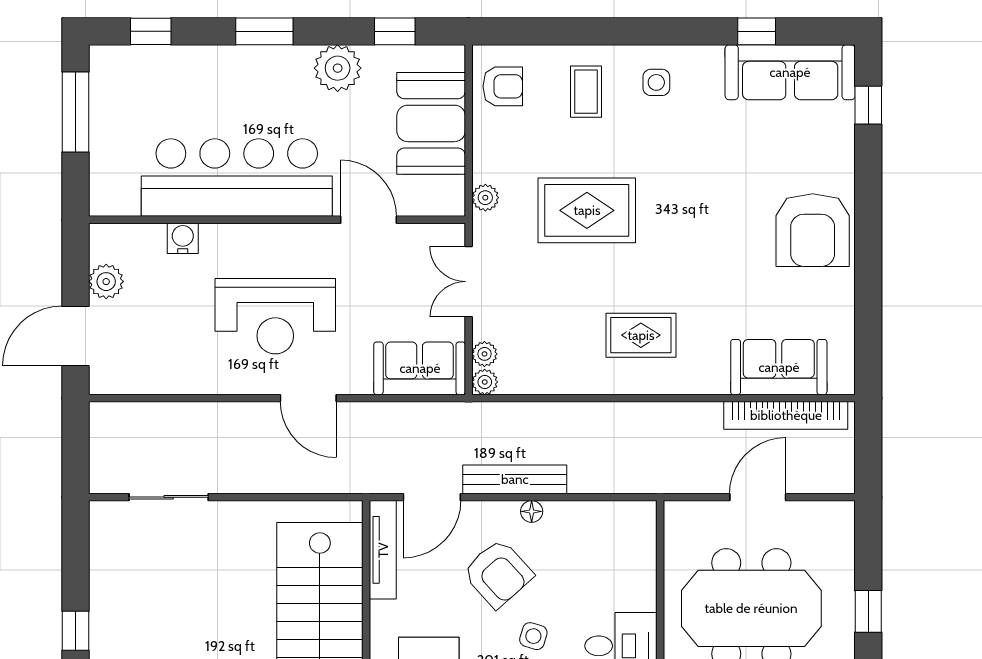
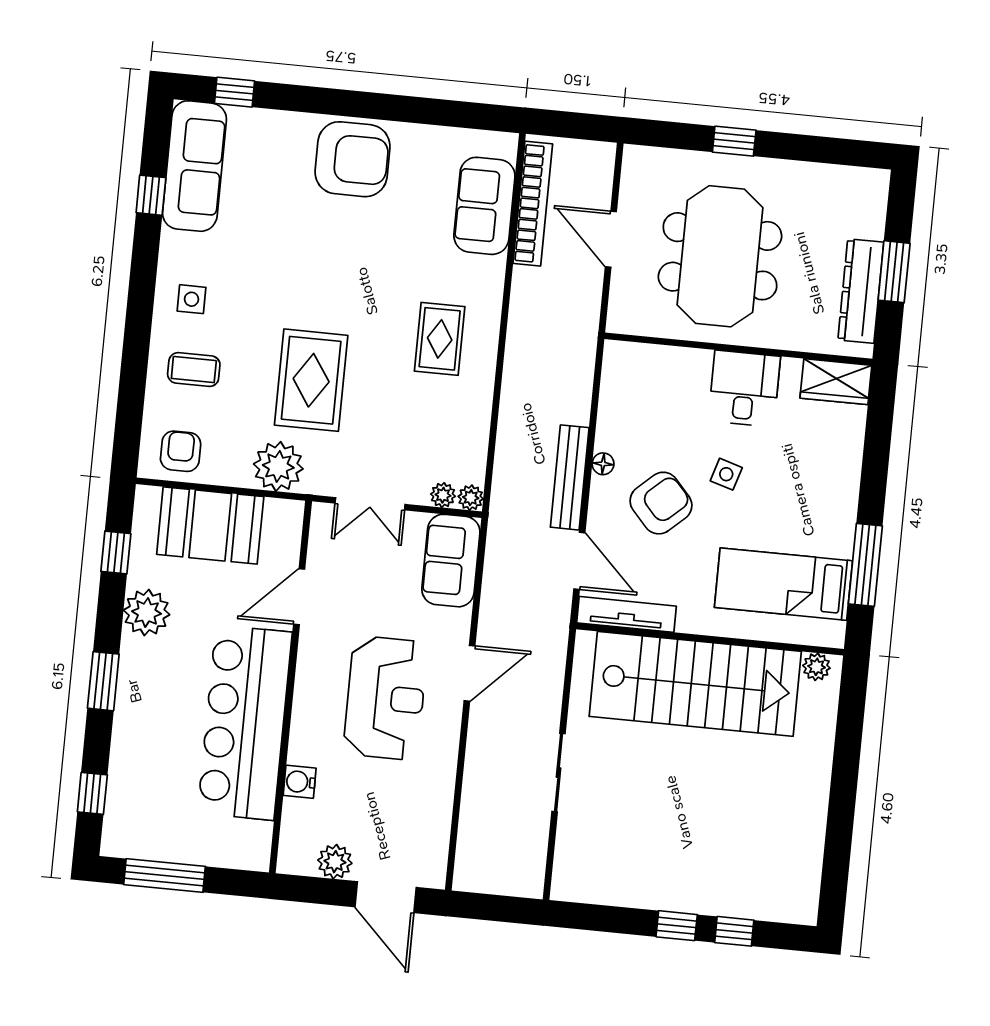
plant: (485, 198) -> (278, 466), width x1.88, depth x1.88
sliding door: (169, 497) -> (559, 773), moved

